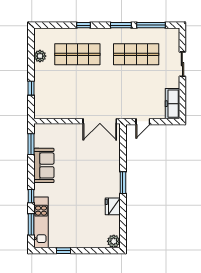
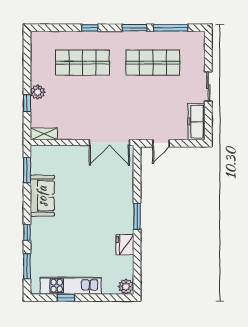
plant: (40, 56) -> (38, 92), moved
sliding door: (182, 64) -> (208, 87), moved
shelving: (45, 114) -> (44, 134), added
kitchen unit: (41, 222) -> (71, 286), moved, turned -90

